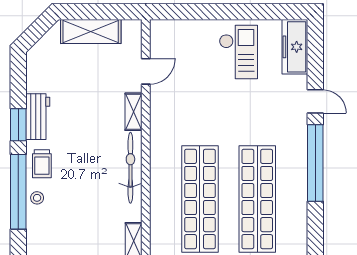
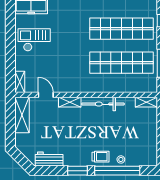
shelving: (168, 28) -> (20, 82), added
shelving: (91, 32) -> (22, 115), moved
workbench: (38, 117) -> (49, 159), moved

